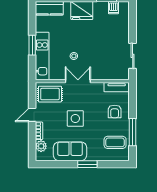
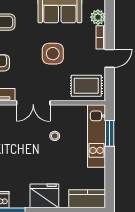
window: (32, 45) -> (110, 133), moved
double door: (78, 81) -> (33, 103), moved

